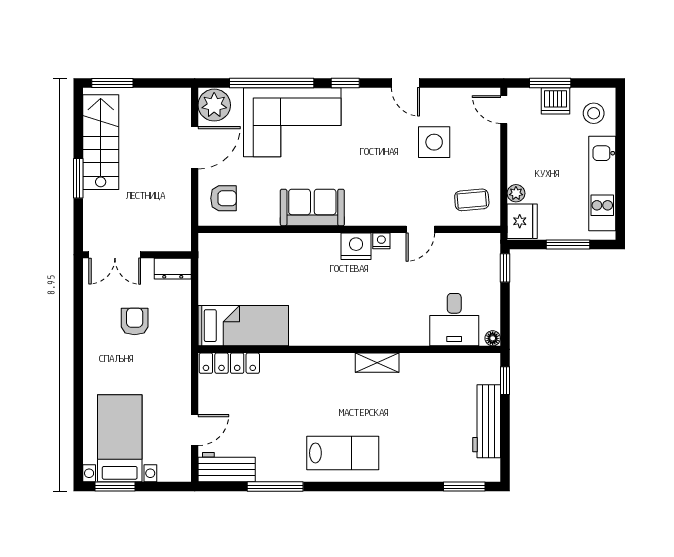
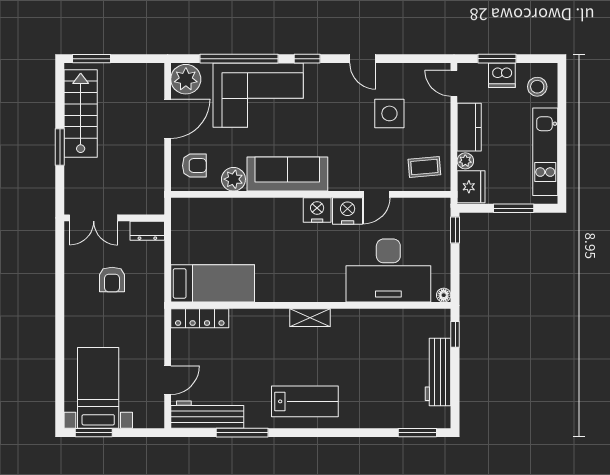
kitchen counter: (520, 157) -> (469, 127), added
sofa: (312, 207) -> (287, 174), width x1.36
plant: (266, 213) -> (233, 179), added
nightstand: (381, 241) -> (348, 211), width x1.89, depth x1.79
desk: (454, 320) -> (388, 271), width x1.87, depth x1.30
armchair: (135, 321) -> (112, 280), turned 180
shelving: (377, 363) -> (310, 318), moved
workbench: (227, 467) -> (207, 415), width x1.38

